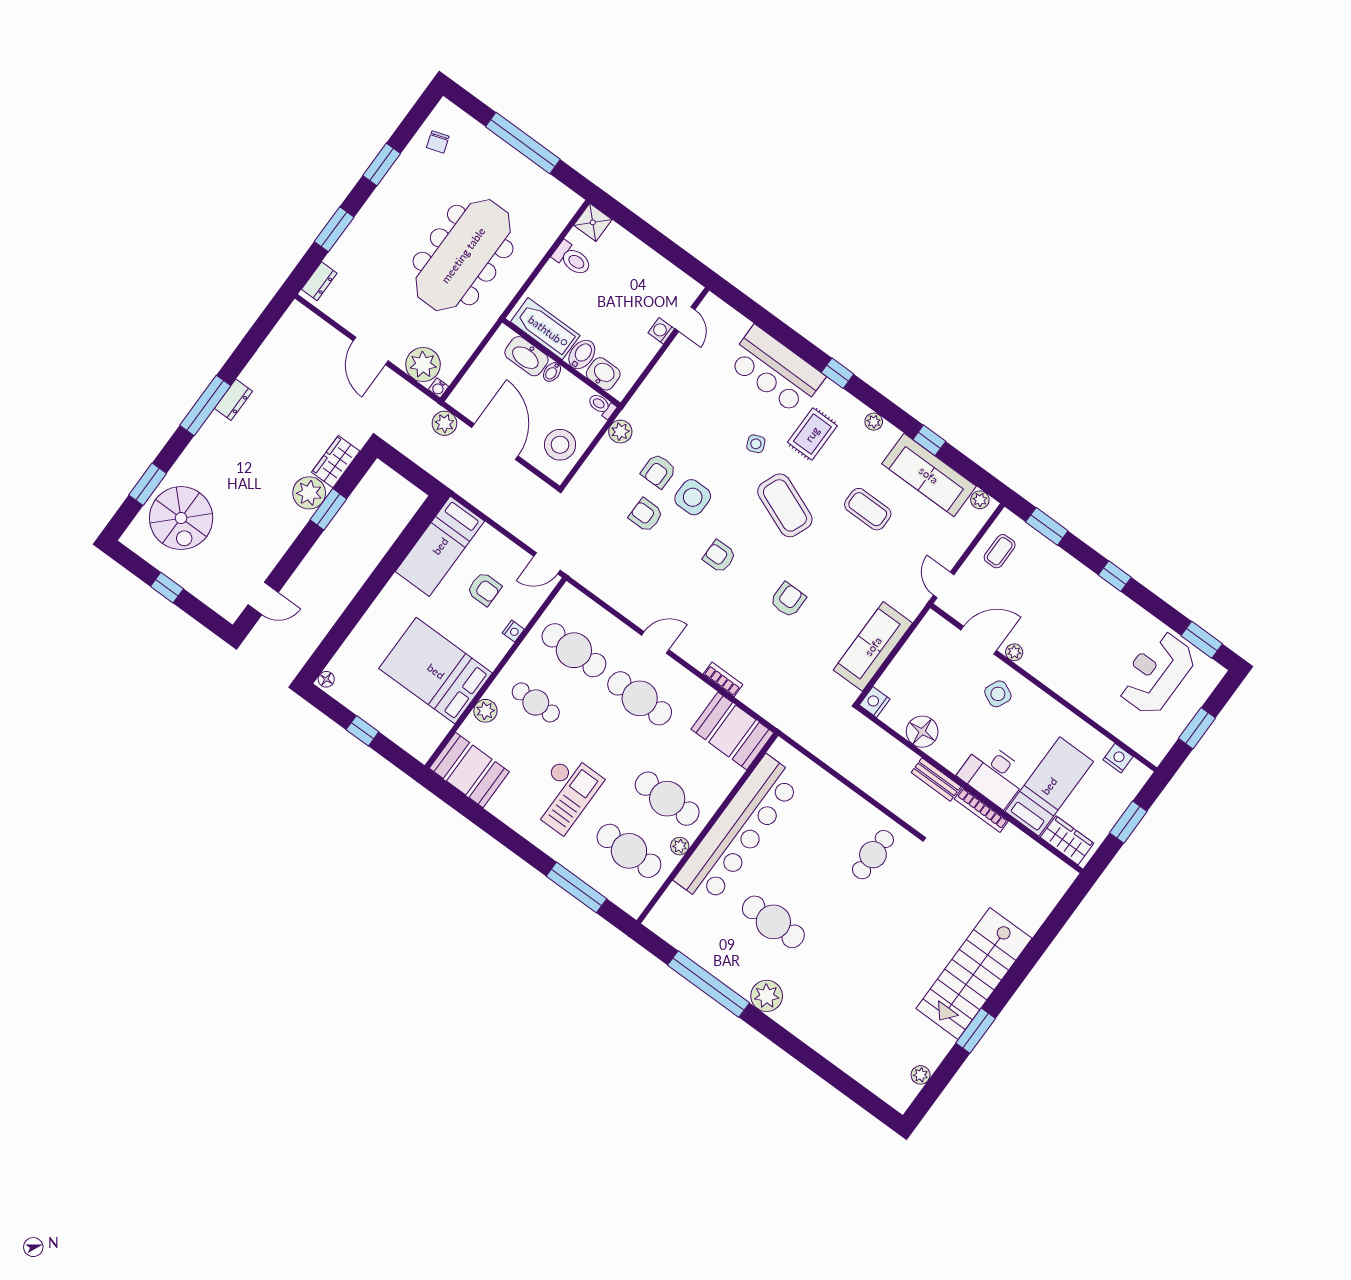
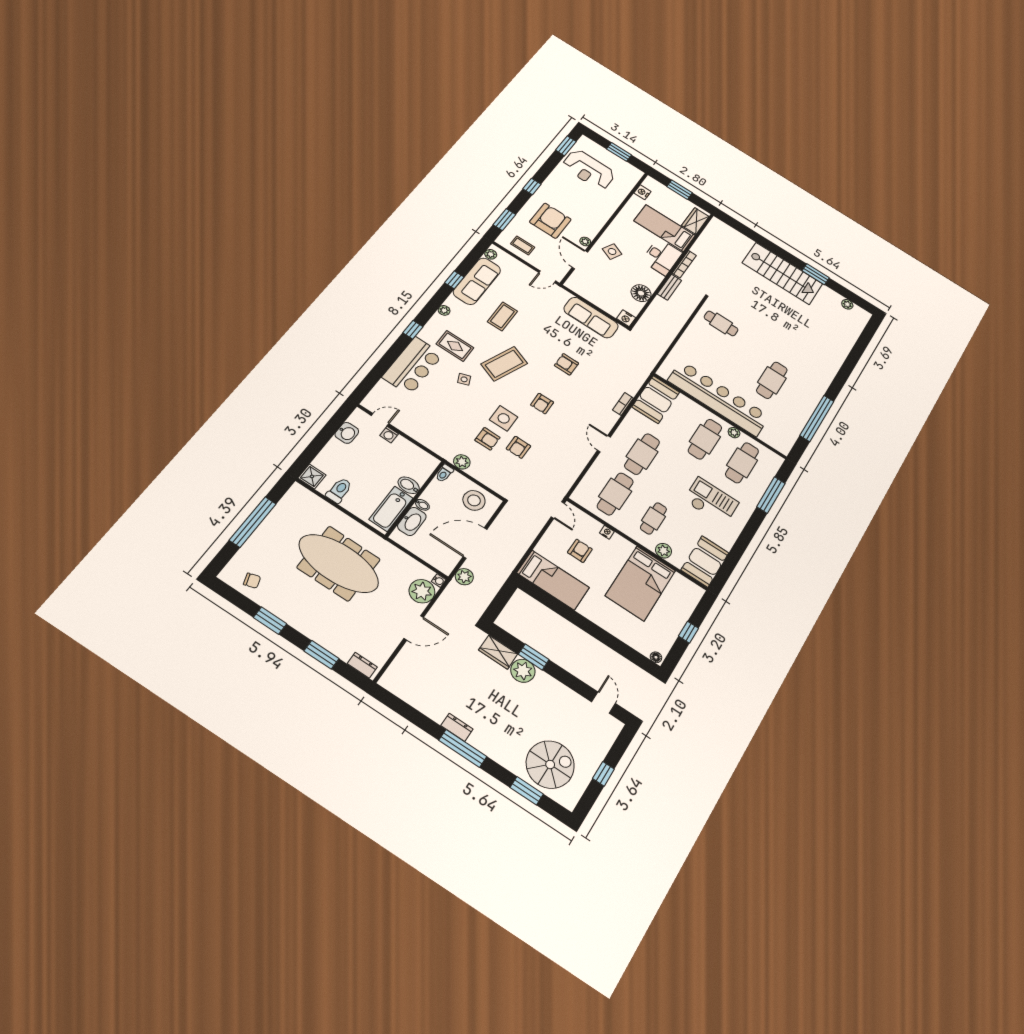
washbasin: (603, 374) -> (347, 433), moved, turned 180
armchair: (1050, 600) -> (550, 221), added
plant: (767, 996) -> (818, 386), removed

